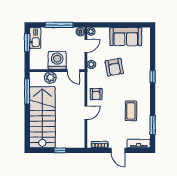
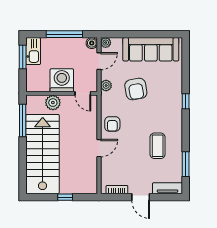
sofa: (126, 37) -> (151, 49), width x1.36

